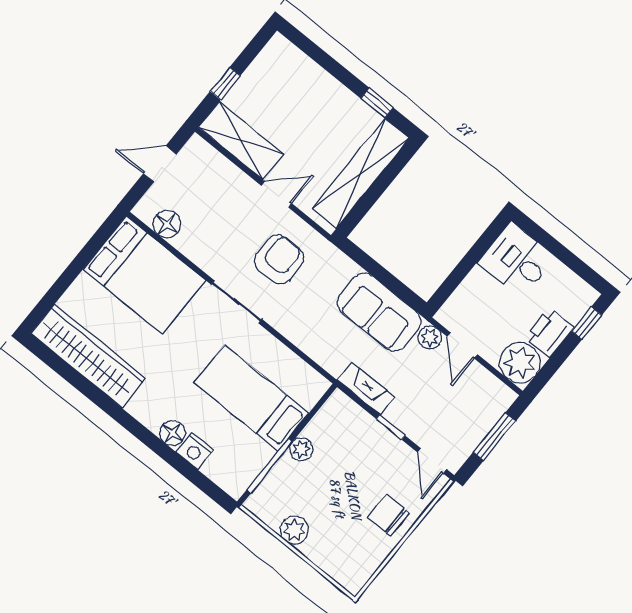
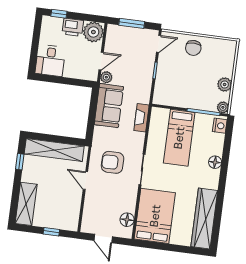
shelving: (241, 141) -> (26, 204), moved
fireplace: (366, 388) -> (141, 118), moved
plant: (301, 449) -> (223, 107), moved
nightstand: (195, 451) -> (220, 126), moved

